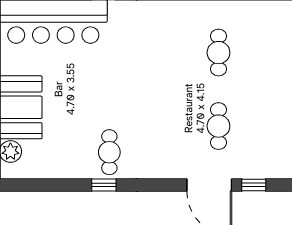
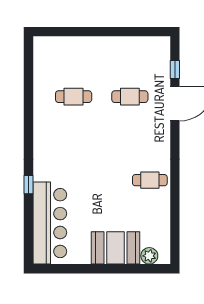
window: (104, 185) -> (175, 184), removed

